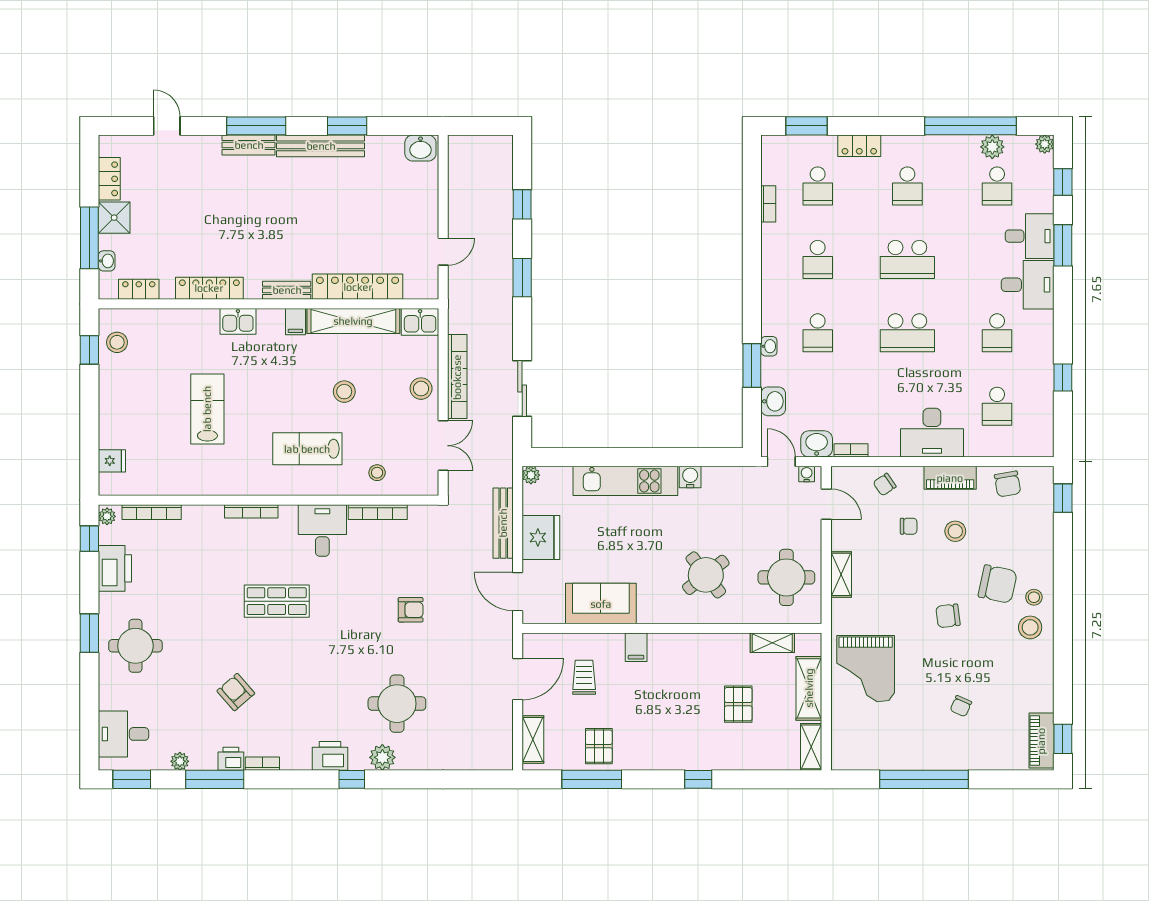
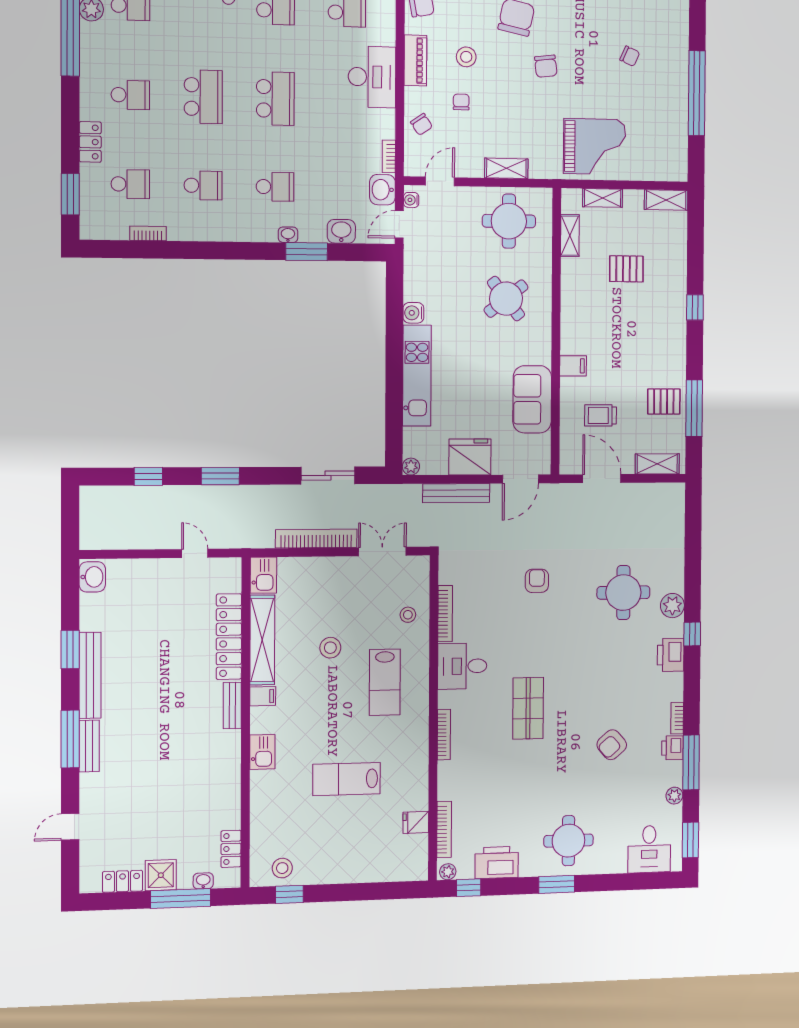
locker: (209, 288) -> (230, 780), removed
stool: (421, 389) -> (328, 573), removed
fridge: (112, 461) -> (416, 822), moved, turned -90
shelving: (809, 688) -> (603, 198), width x0.67, depth x0.75

